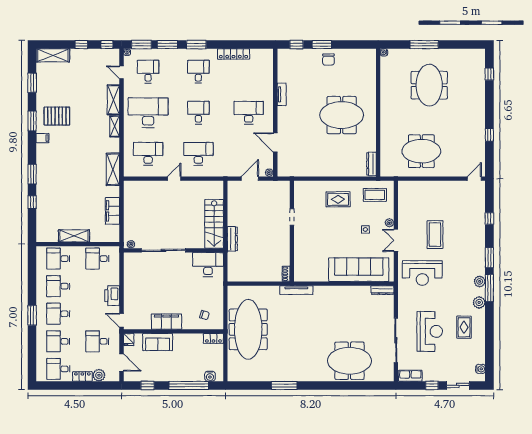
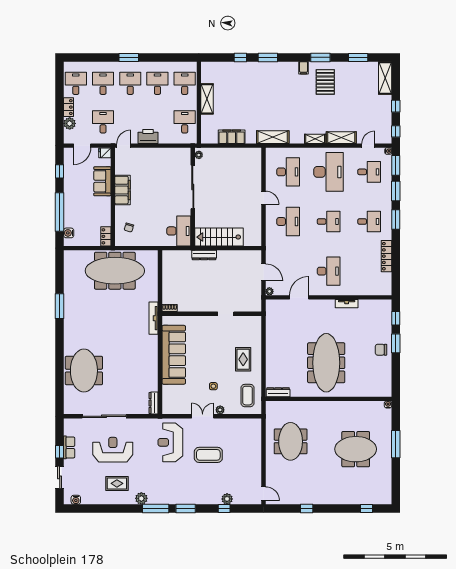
meeting table: (342, 115) -> (326, 363), width x1.36
sofa: (359, 270) -> (174, 355), moved
plant: (480, 281) -> (227, 499), moved
reception desk: (430, 331) -> (113, 450), turned 180
row of seats: (410, 376) -> (69, 447), moved

